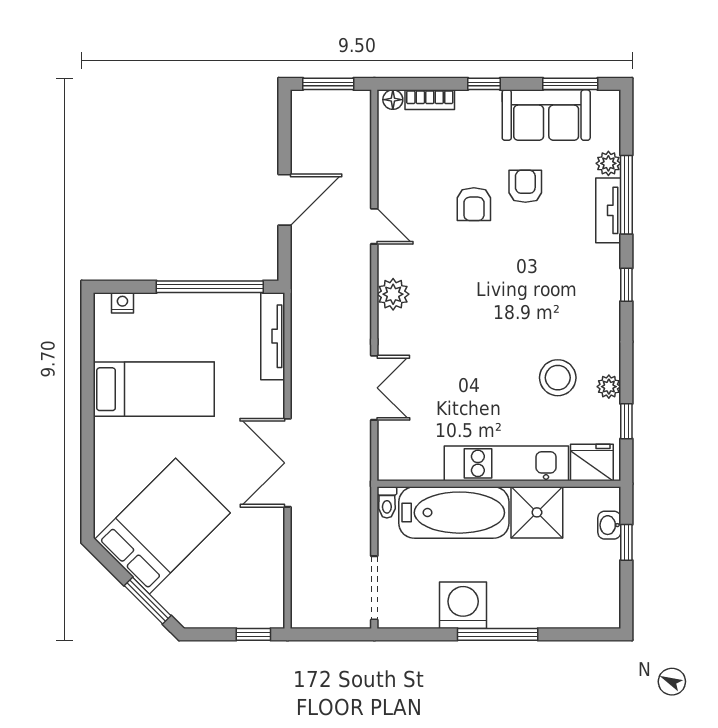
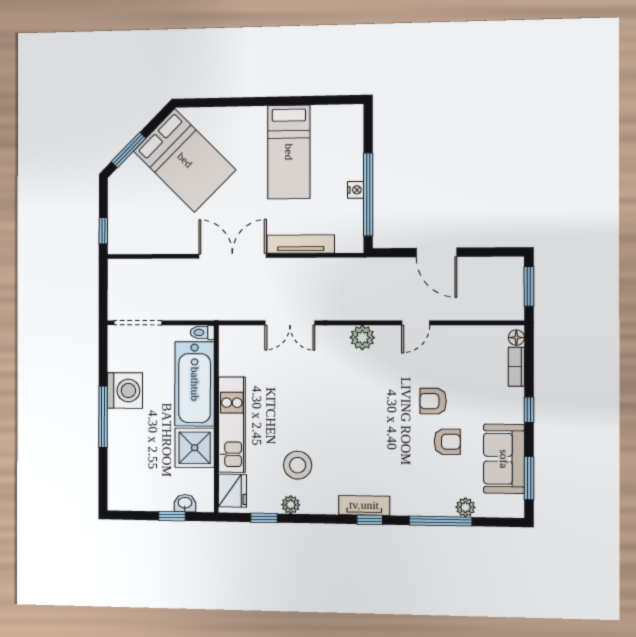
tv unit: (608, 210) -> (364, 505), moved
nightstand: (122, 303) -> (356, 190), moved
tv unit: (273, 336) -> (301, 244), moved

